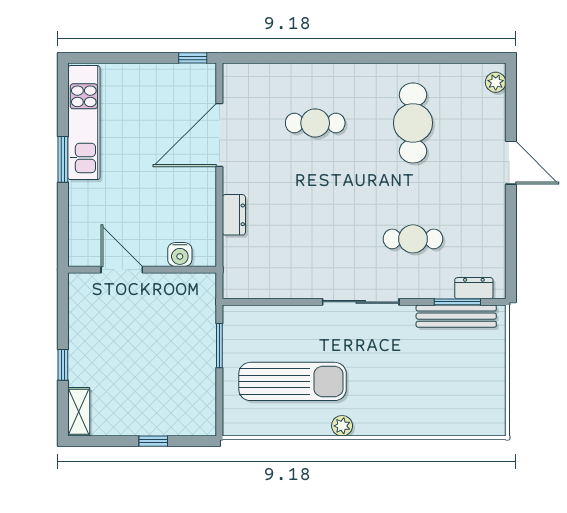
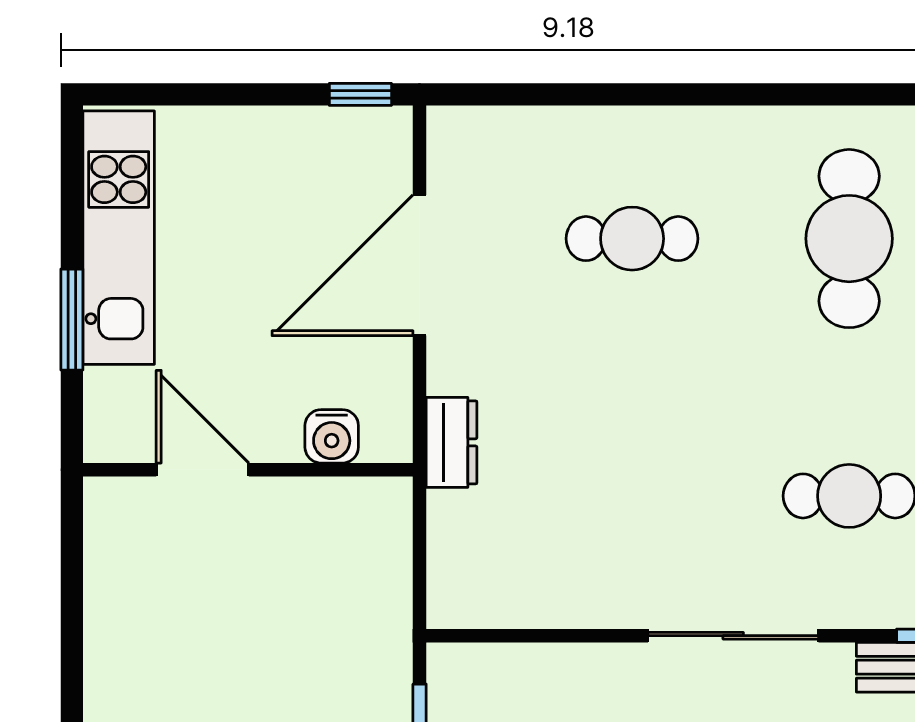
water cooler: (180, 255) -> (332, 436), moved
door: (122, 270) -> (203, 470), moved
wall: (142, 270) -> (248, 470), moved

